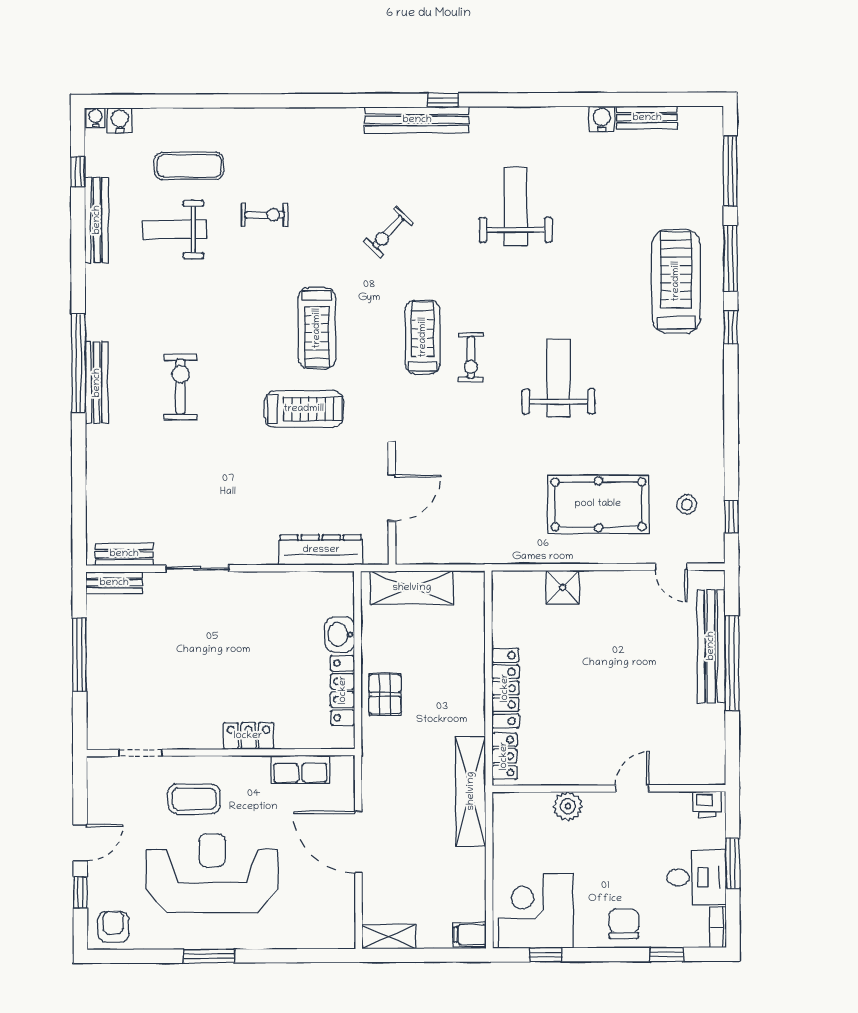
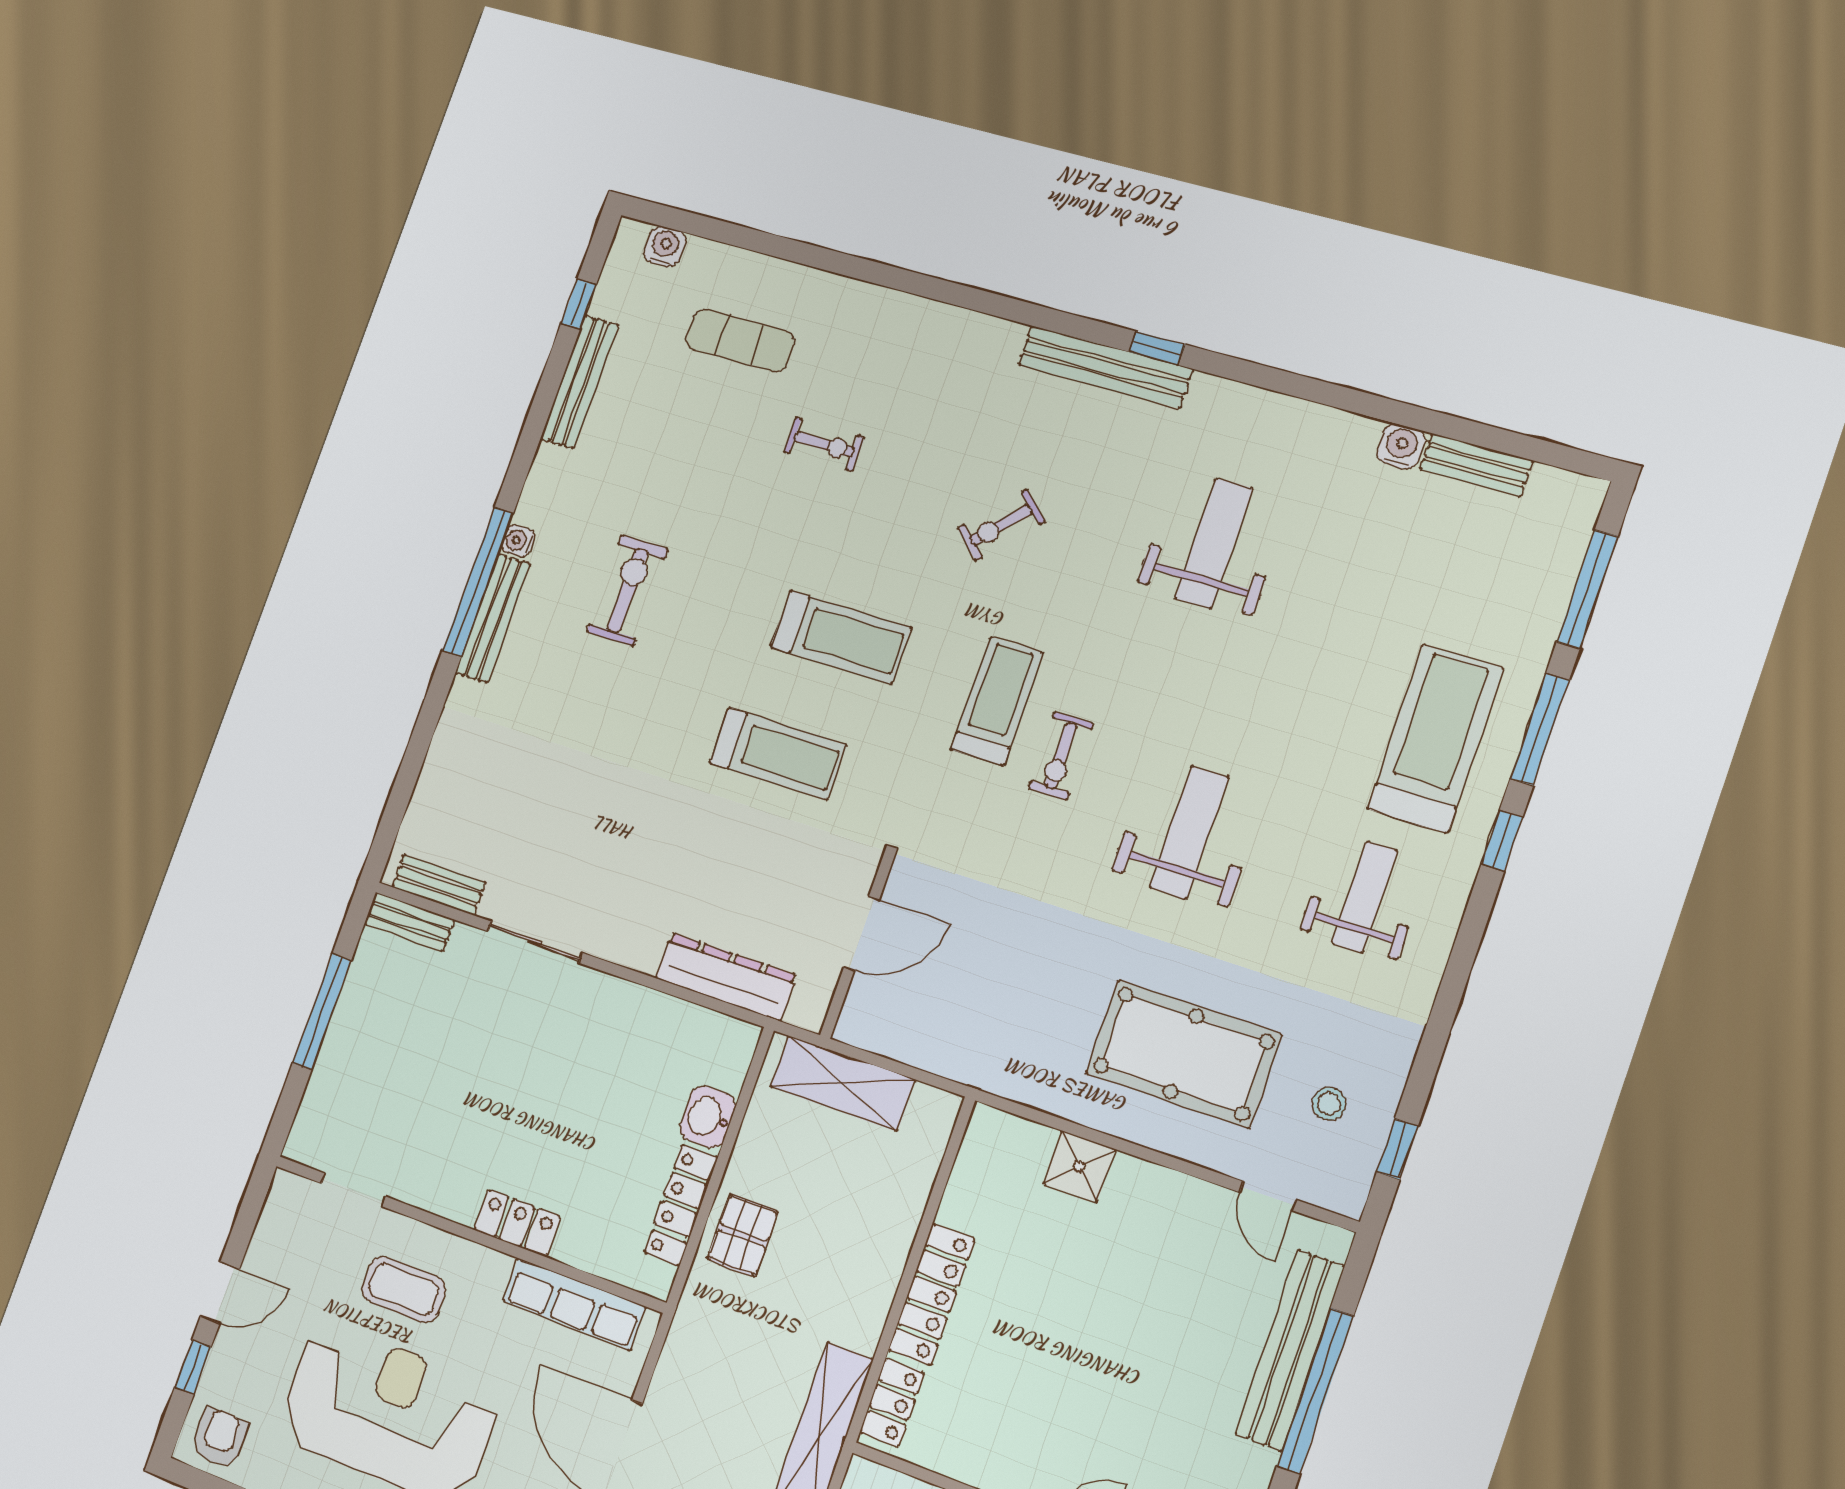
water cooler: (96, 118) -> (518, 541), moved, turned -90
weight bench: (174, 230) -> (1365, 897), moved, turned 90
treadmill: (317, 328) -> (841, 637), turned -90
exercise bike: (181, 387) -> (627, 590), moved
row of seats: (300, 769) -> (574, 1304), width x1.48

